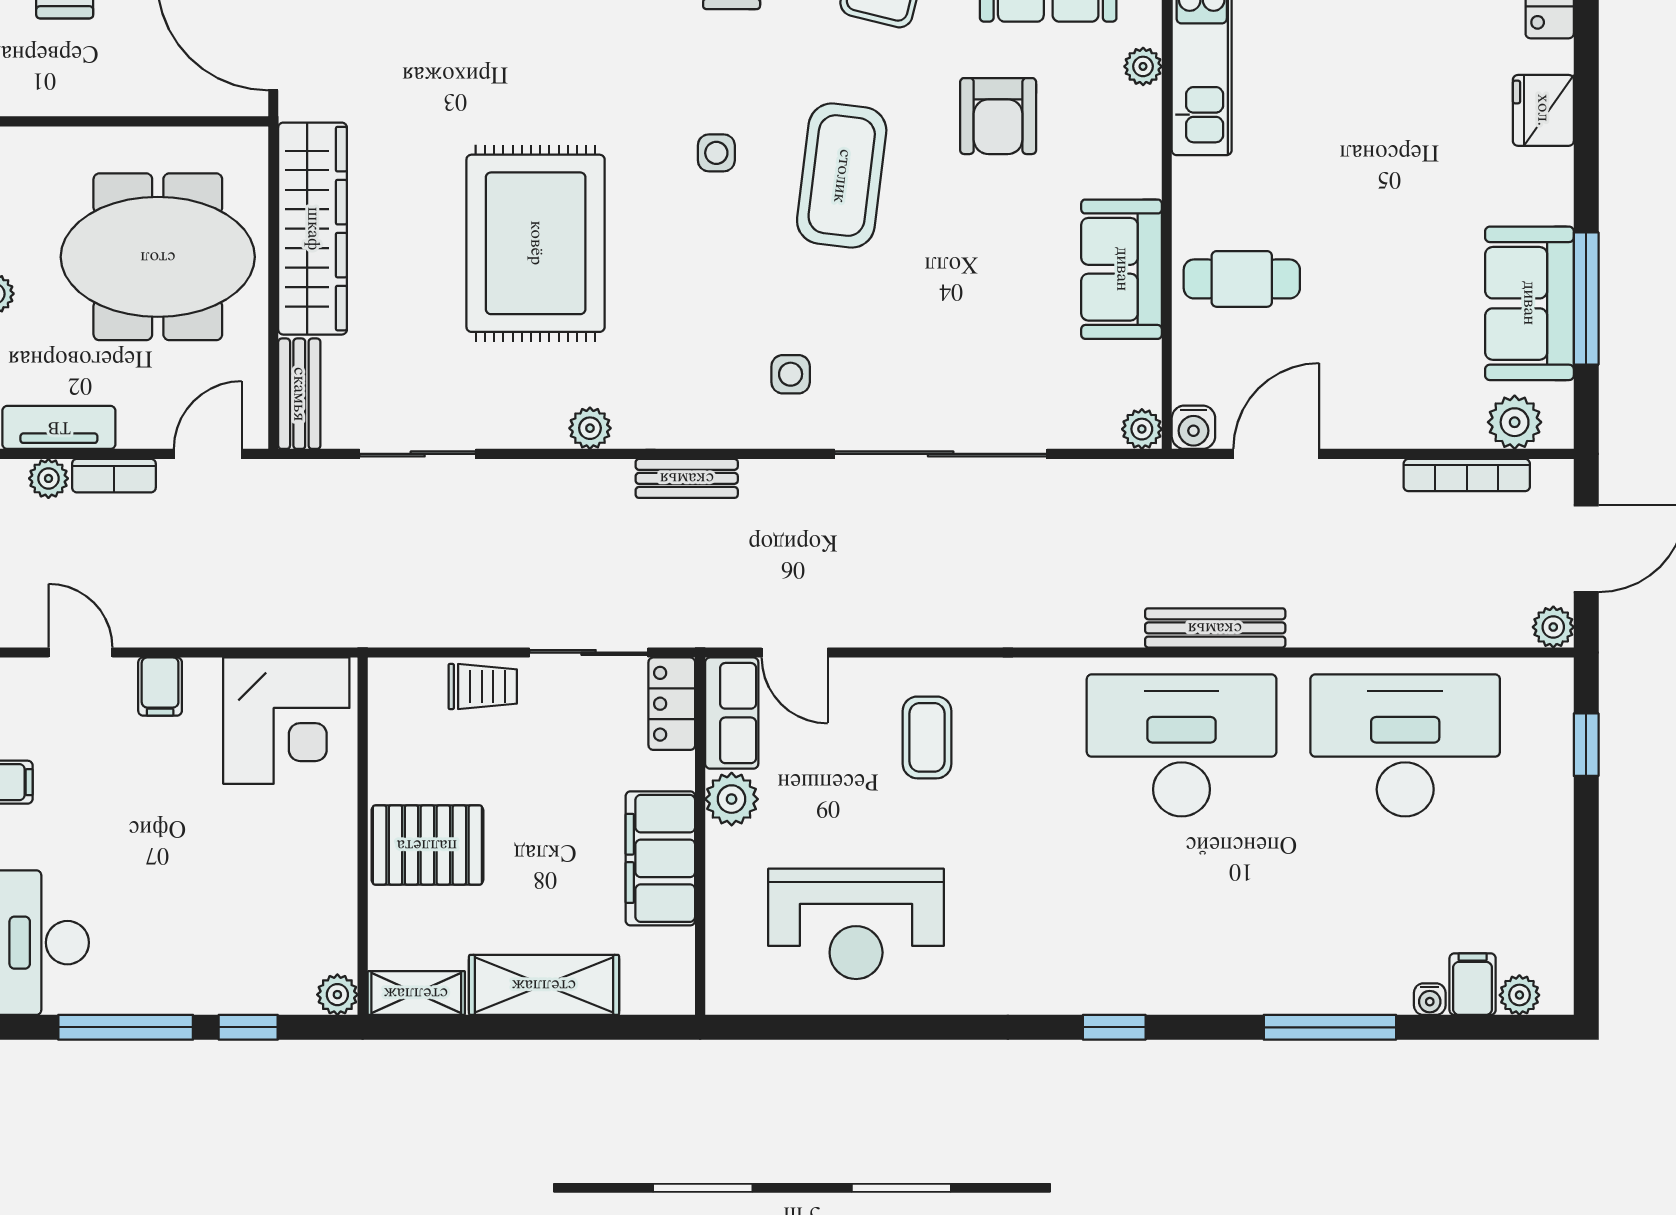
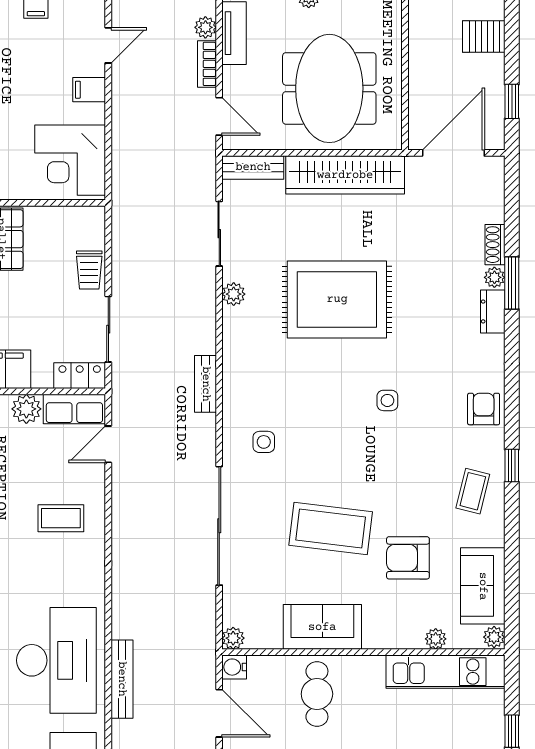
coffee table: (842, 176) -> (331, 529), moved
plant: (590, 428) -> (234, 294), moved

